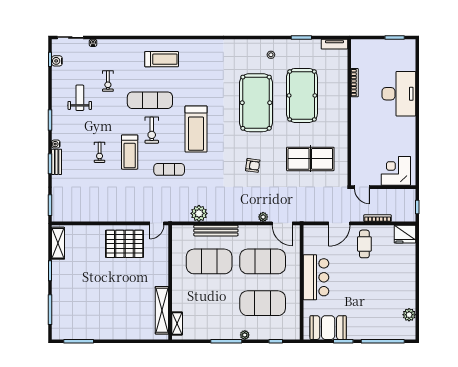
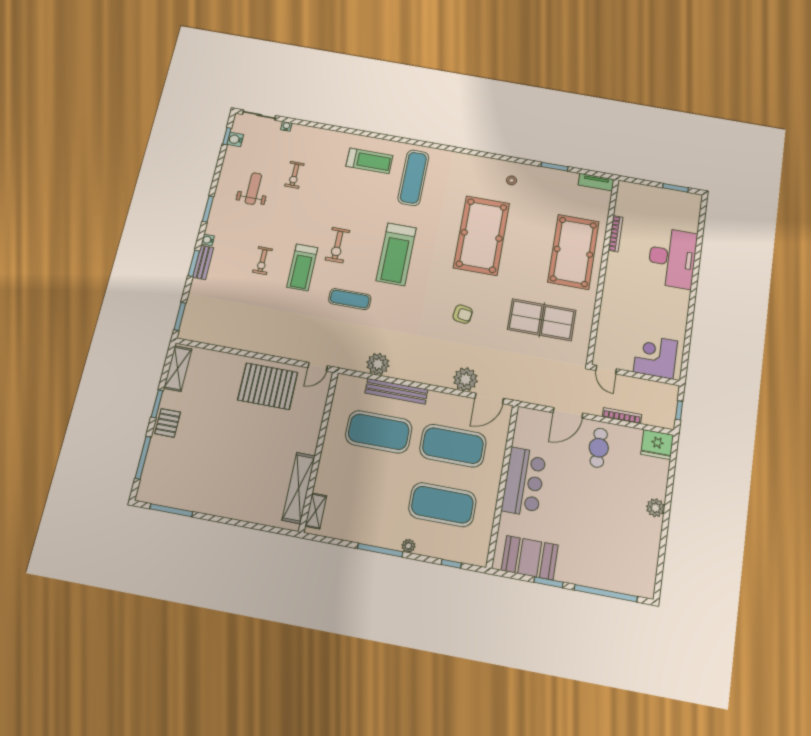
pool table: (302, 95) -> (573, 252), moved
exercise mat: (150, 100) -> (413, 178), moved, turned 90
plant: (263, 217) -> (465, 379), width x1.87, depth x1.87
door: (282, 223) -> (489, 398), hinge flipped
pallet: (61, 283) -> (168, 423), added
plant: (409, 315) -> (655, 508), moved

